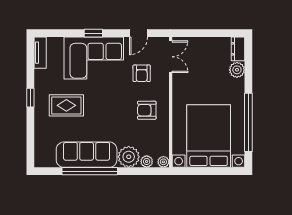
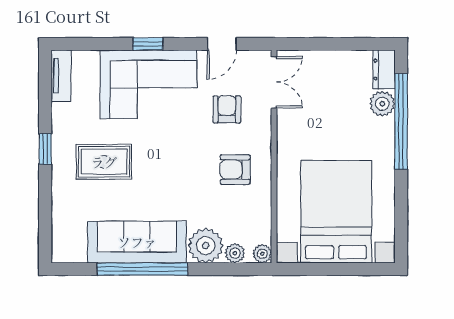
armchair: (142, 73) -> (227, 109), turned 180
window: (248, 122) -> (401, 122), moved

